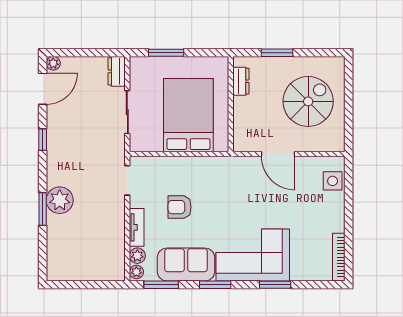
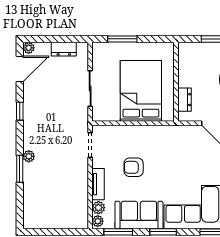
dresser: (117, 71) -> (64, 49), moved, turned -90
dresser: (241, 81) -> (185, 100), moved
plant: (60, 200) -> (29, 156), width x0.53, depth x0.53

